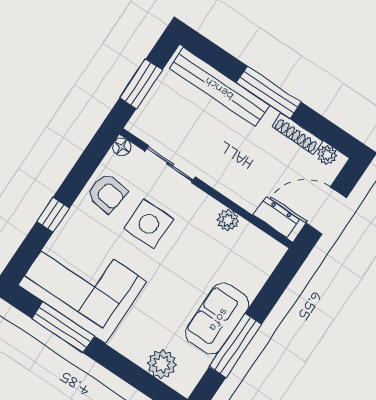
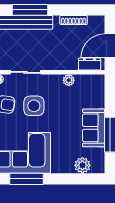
window: (269, 92) -> (30, 10), moved
plant: (327, 155) -> (94, 20), removed

